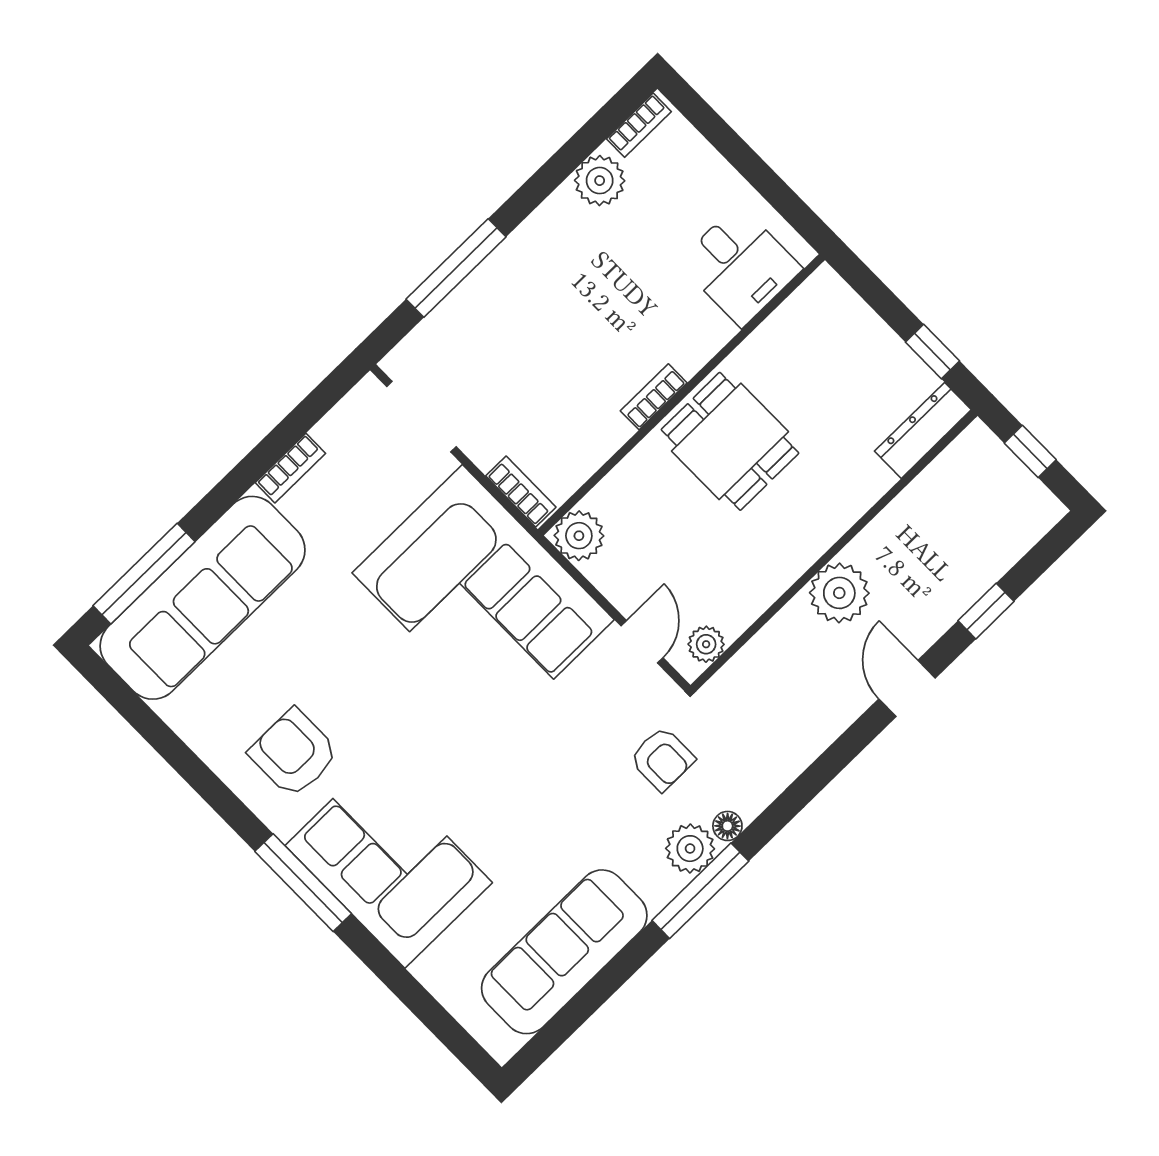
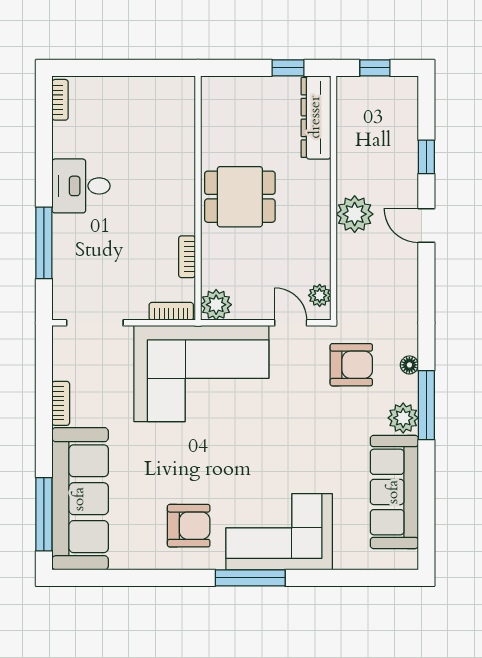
plant: (600, 181) -> (68, 141), removed
desk: (740, 266) -> (81, 186), moved, turned 180
bookcase: (654, 397) -> (187, 257), moved
dresser: (923, 430) -> (316, 117), width x1.37, depth x1.24
armchair: (294, 753) -> (189, 526), turned 180
armchair: (662, 759) -> (351, 365), width x1.38, depth x1.38
plant: (690, 849) -> (403, 418), moved

